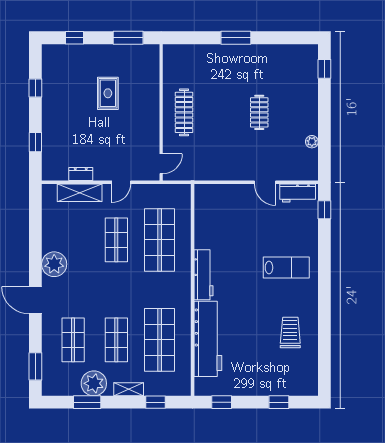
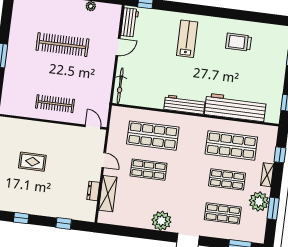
clothes rail: (259, 112) -> (62, 45), width x1.86, depth x1.31
bicycle: (217, 191) -> (120, 86), added

